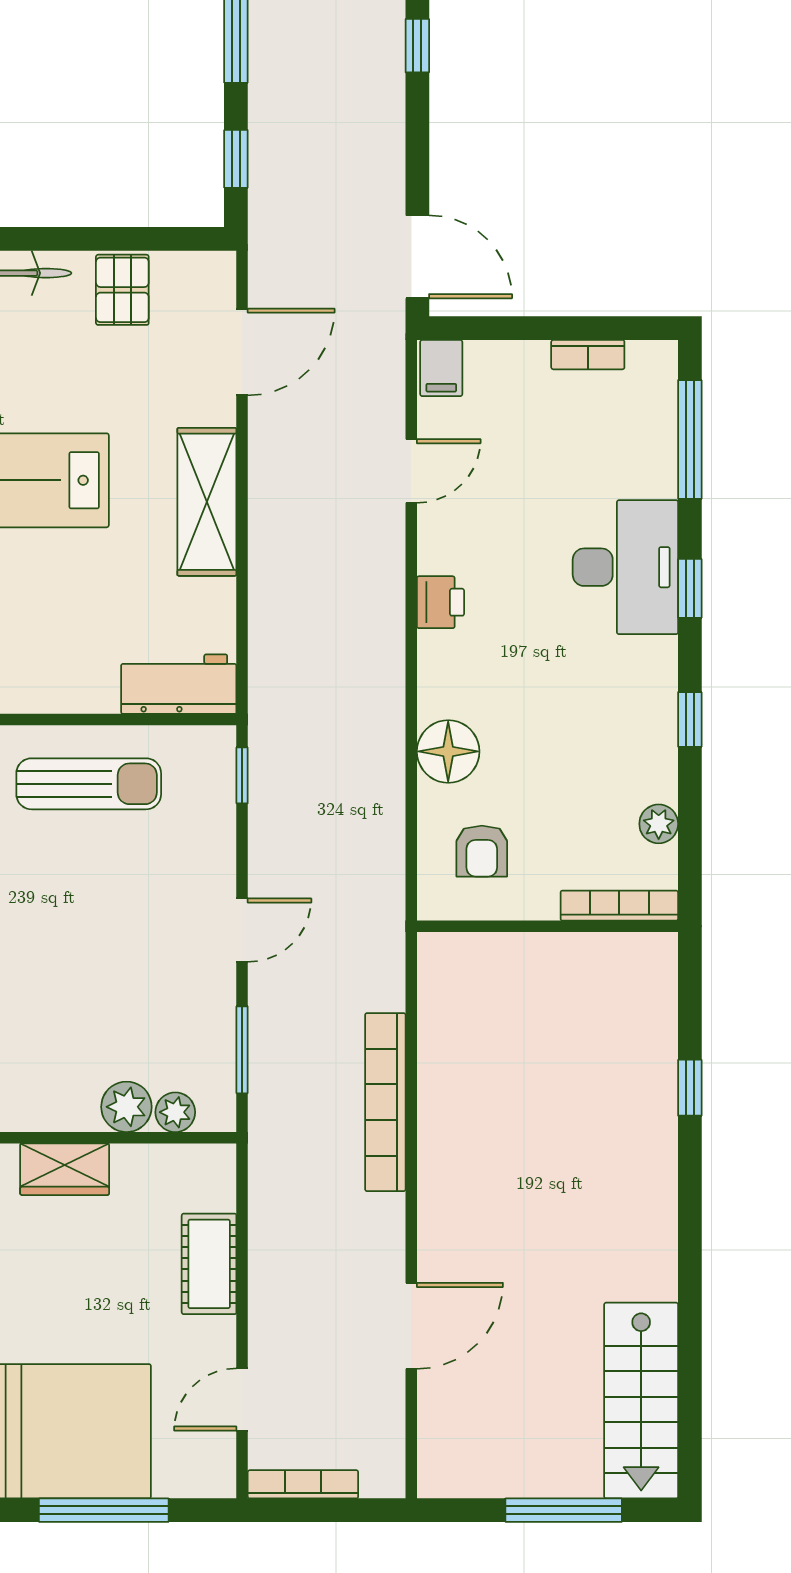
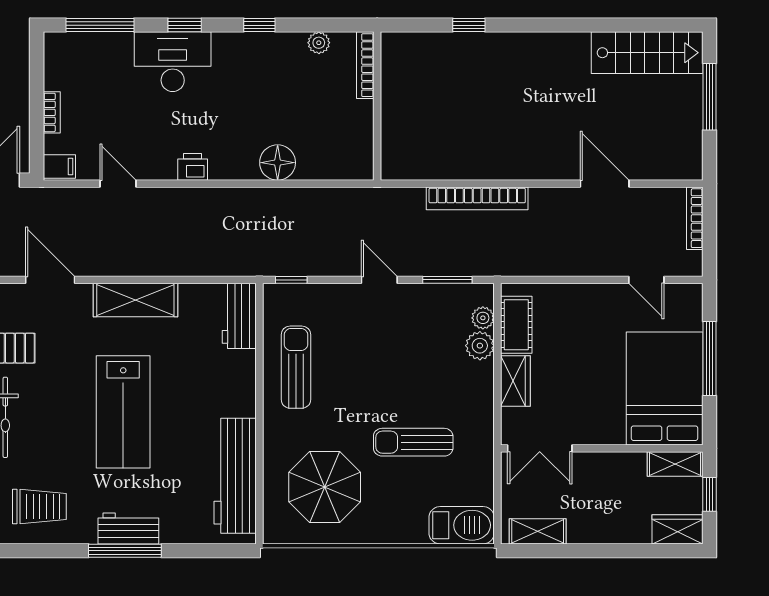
bookcase: (588, 355) -> (52, 112), moved
armchair: (482, 851) -> (334, 143), removed
cot: (209, 1264) -> (516, 325), moved, turned 90
bookcase: (303, 1484) -> (695, 218), moved

